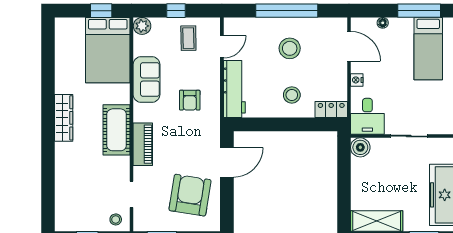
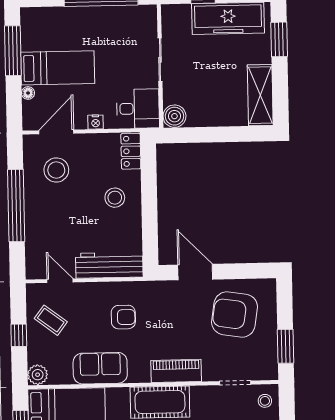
coffee table: (188, 38) -> (51, 320), turned 38
stool: (290, 48) -> (56, 170), moved
bed: (428, 49) -> (58, 68), moved

